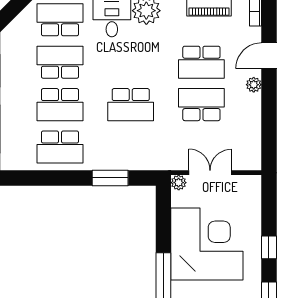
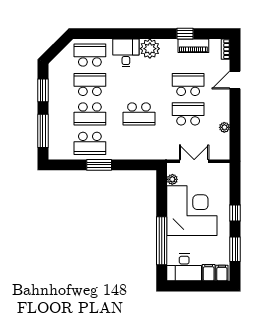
school desk: (201, 62) -> (188, 84), turned 180
plant: (254, 85) -> (224, 127), moved
window: (110, 178) -> (99, 165), moved
plant: (179, 183) -> (172, 179), moved

